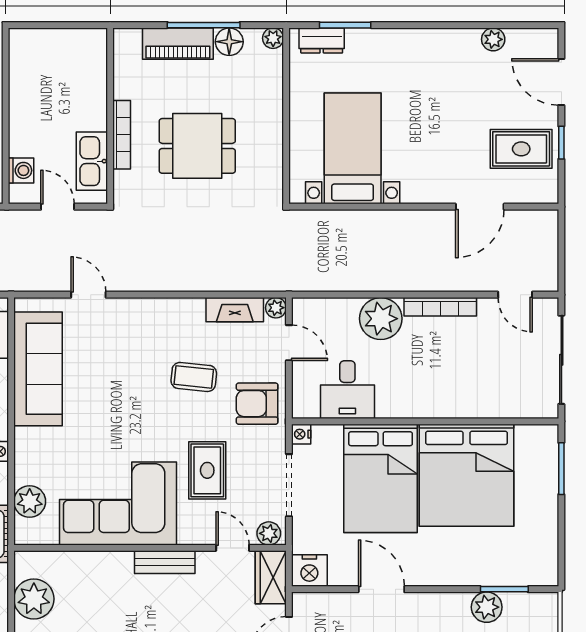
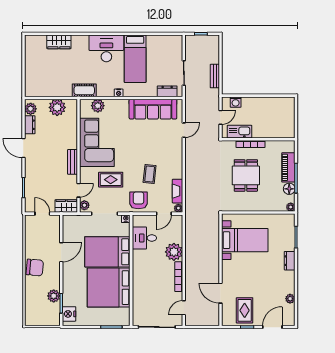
dresser: (322, 41) -> (290, 261), moved
nightstand: (309, 571) -> (69, 314), moved

